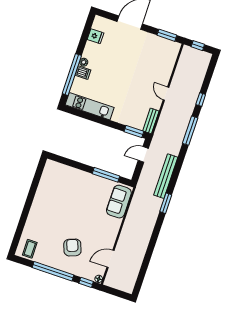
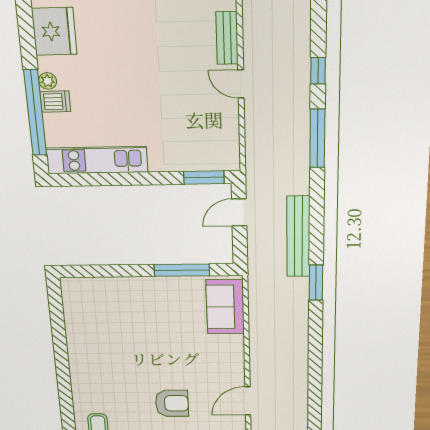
fridge: (95, 36) -> (54, 31), width x1.88, depth x1.34
bench: (151, 121) -> (227, 38), moved
armchair: (72, 247) -> (172, 403), turned 111

